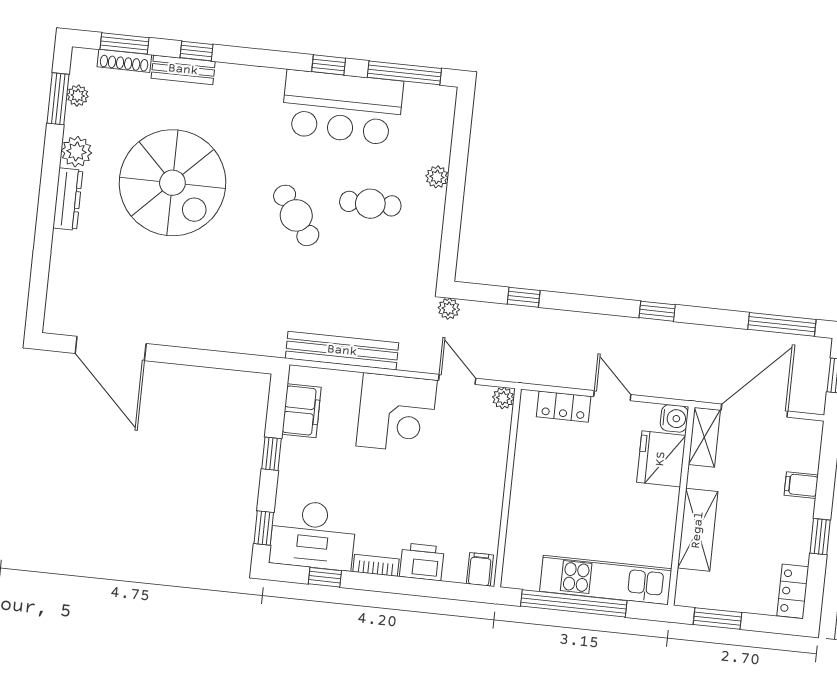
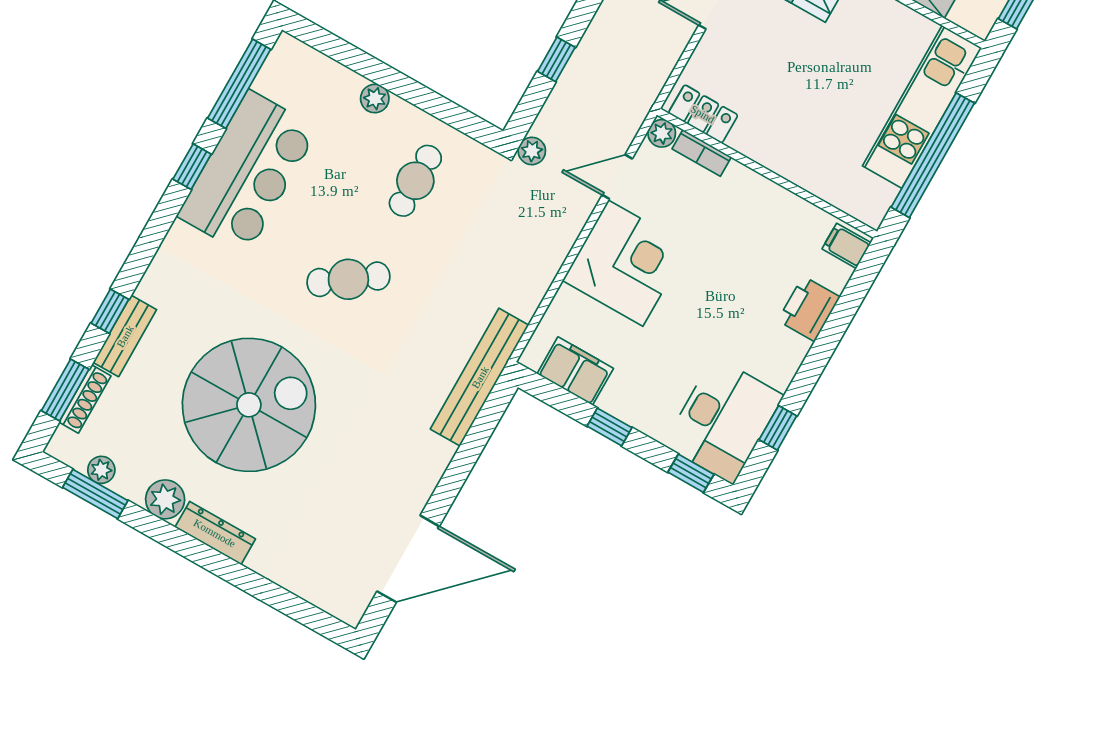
cafe table: (370, 204) -> (415, 181), moved
bench: (342, 351) -> (480, 377), moved
locker: (564, 407) -> (703, 114), moved, turned -90
bookcase: (376, 565) -> (702, 153), moved, turned -90

